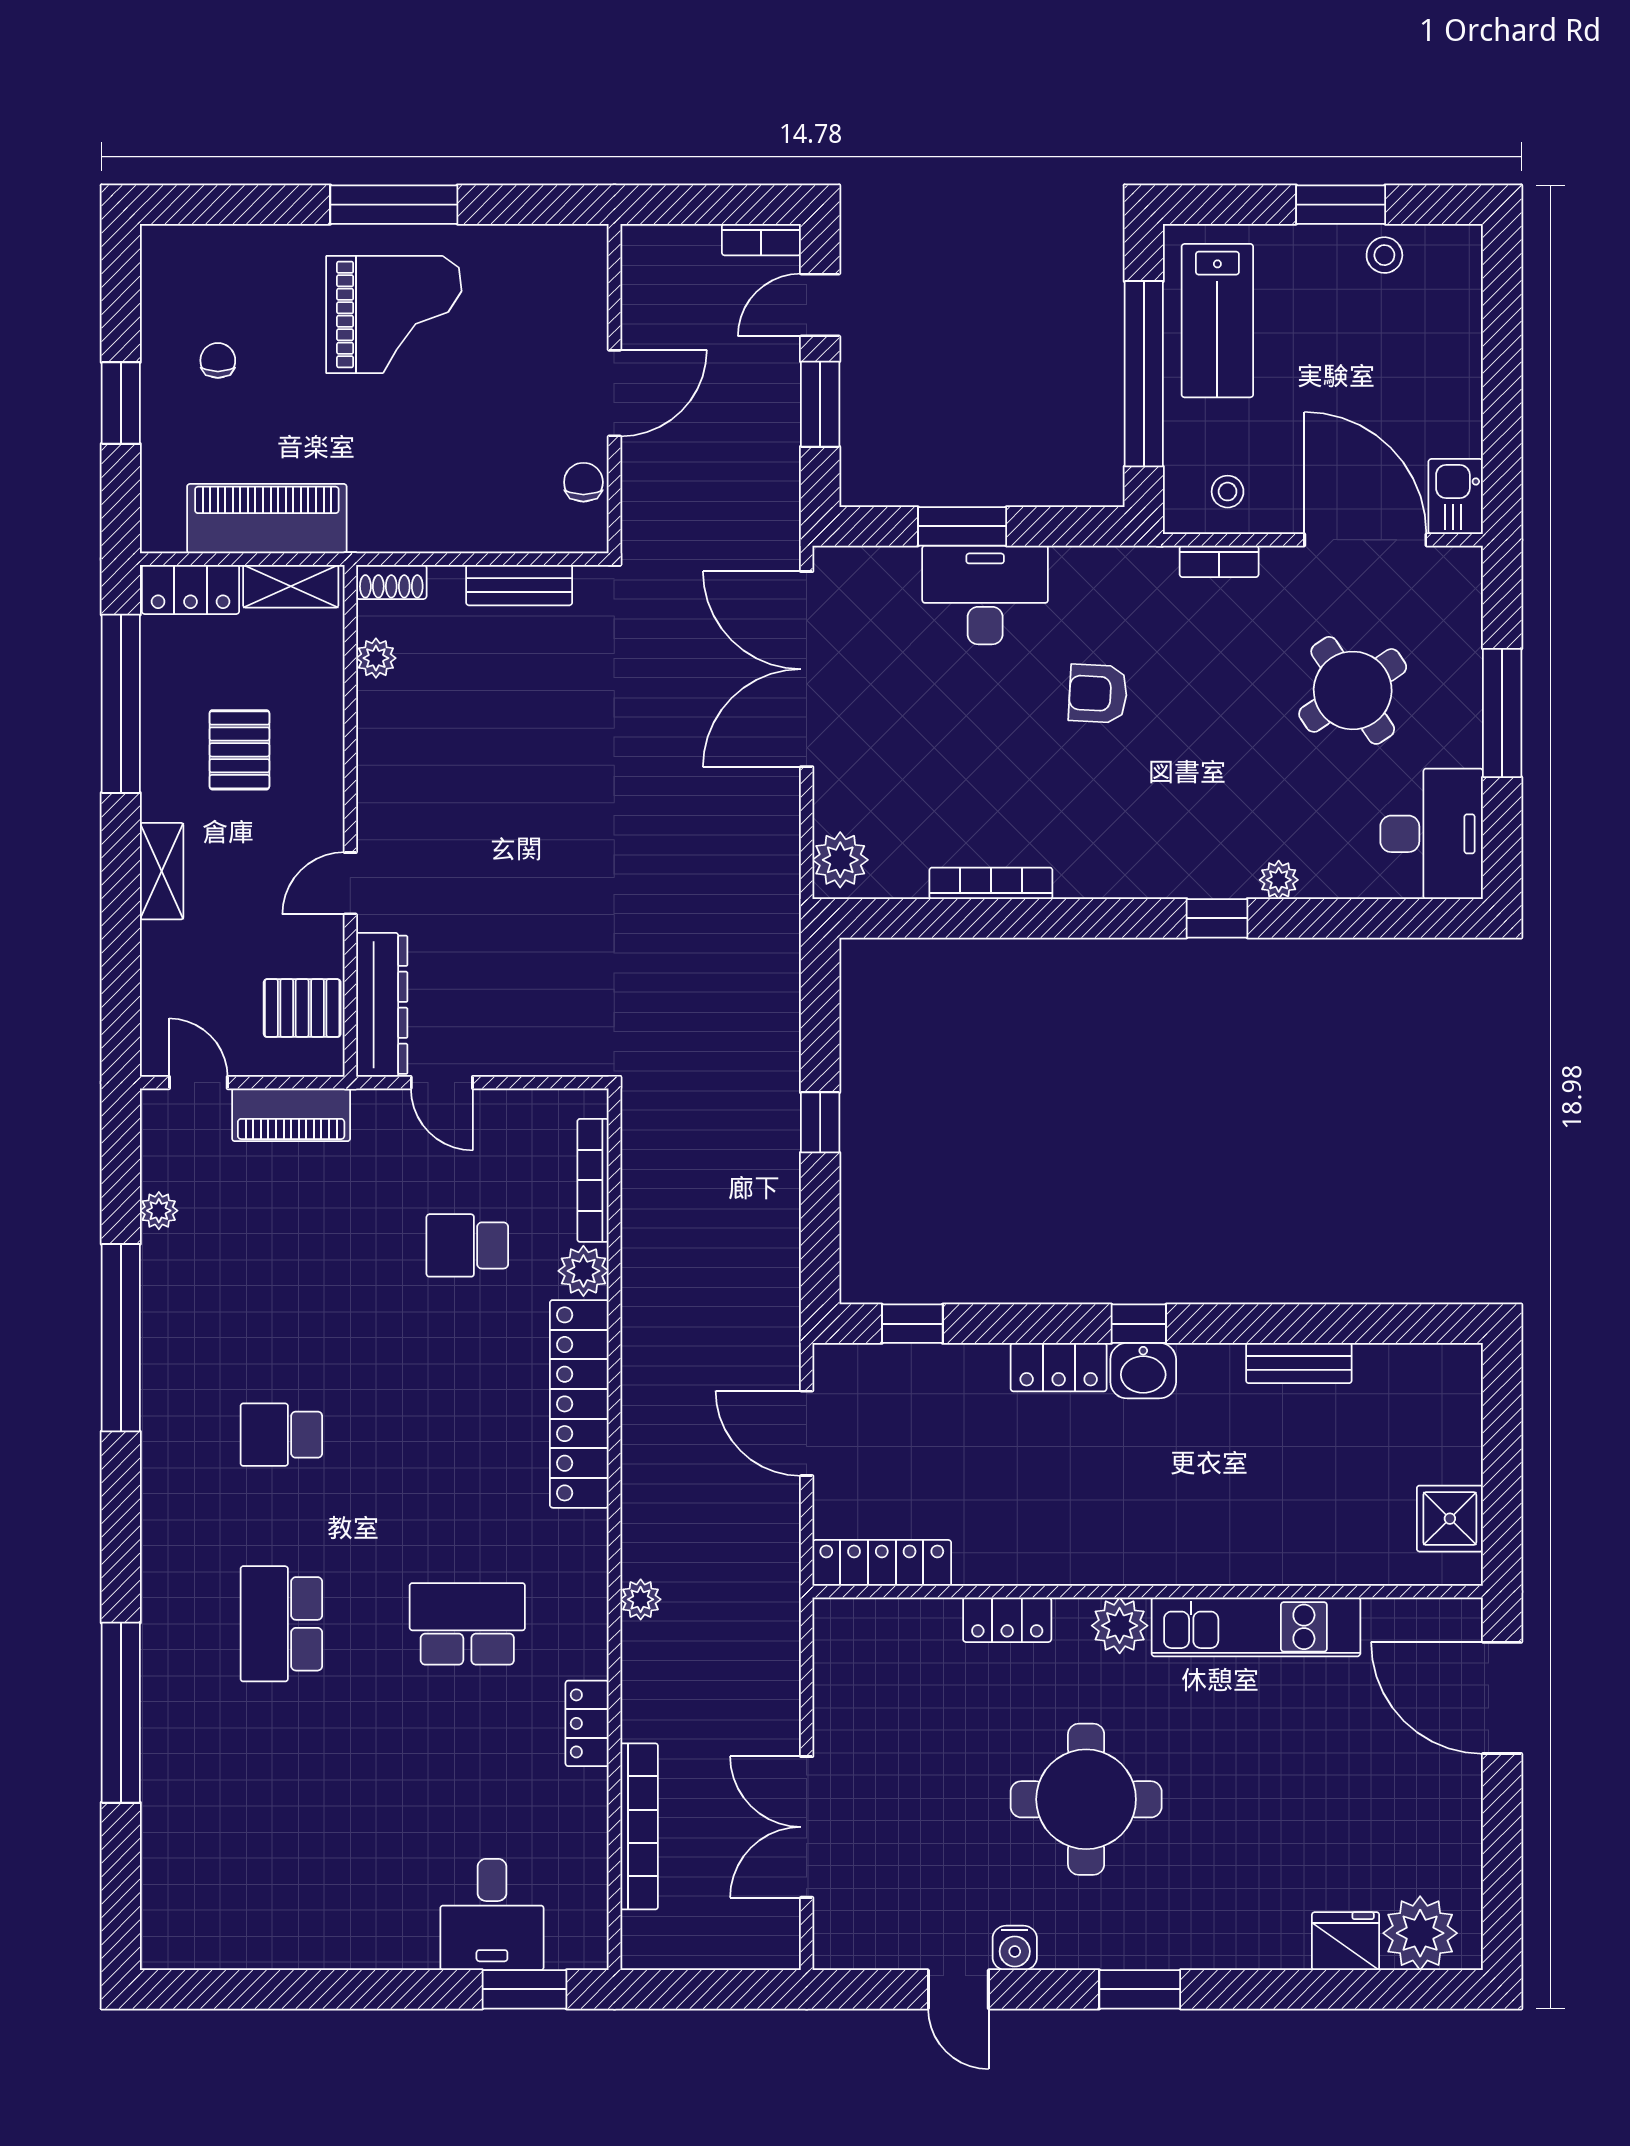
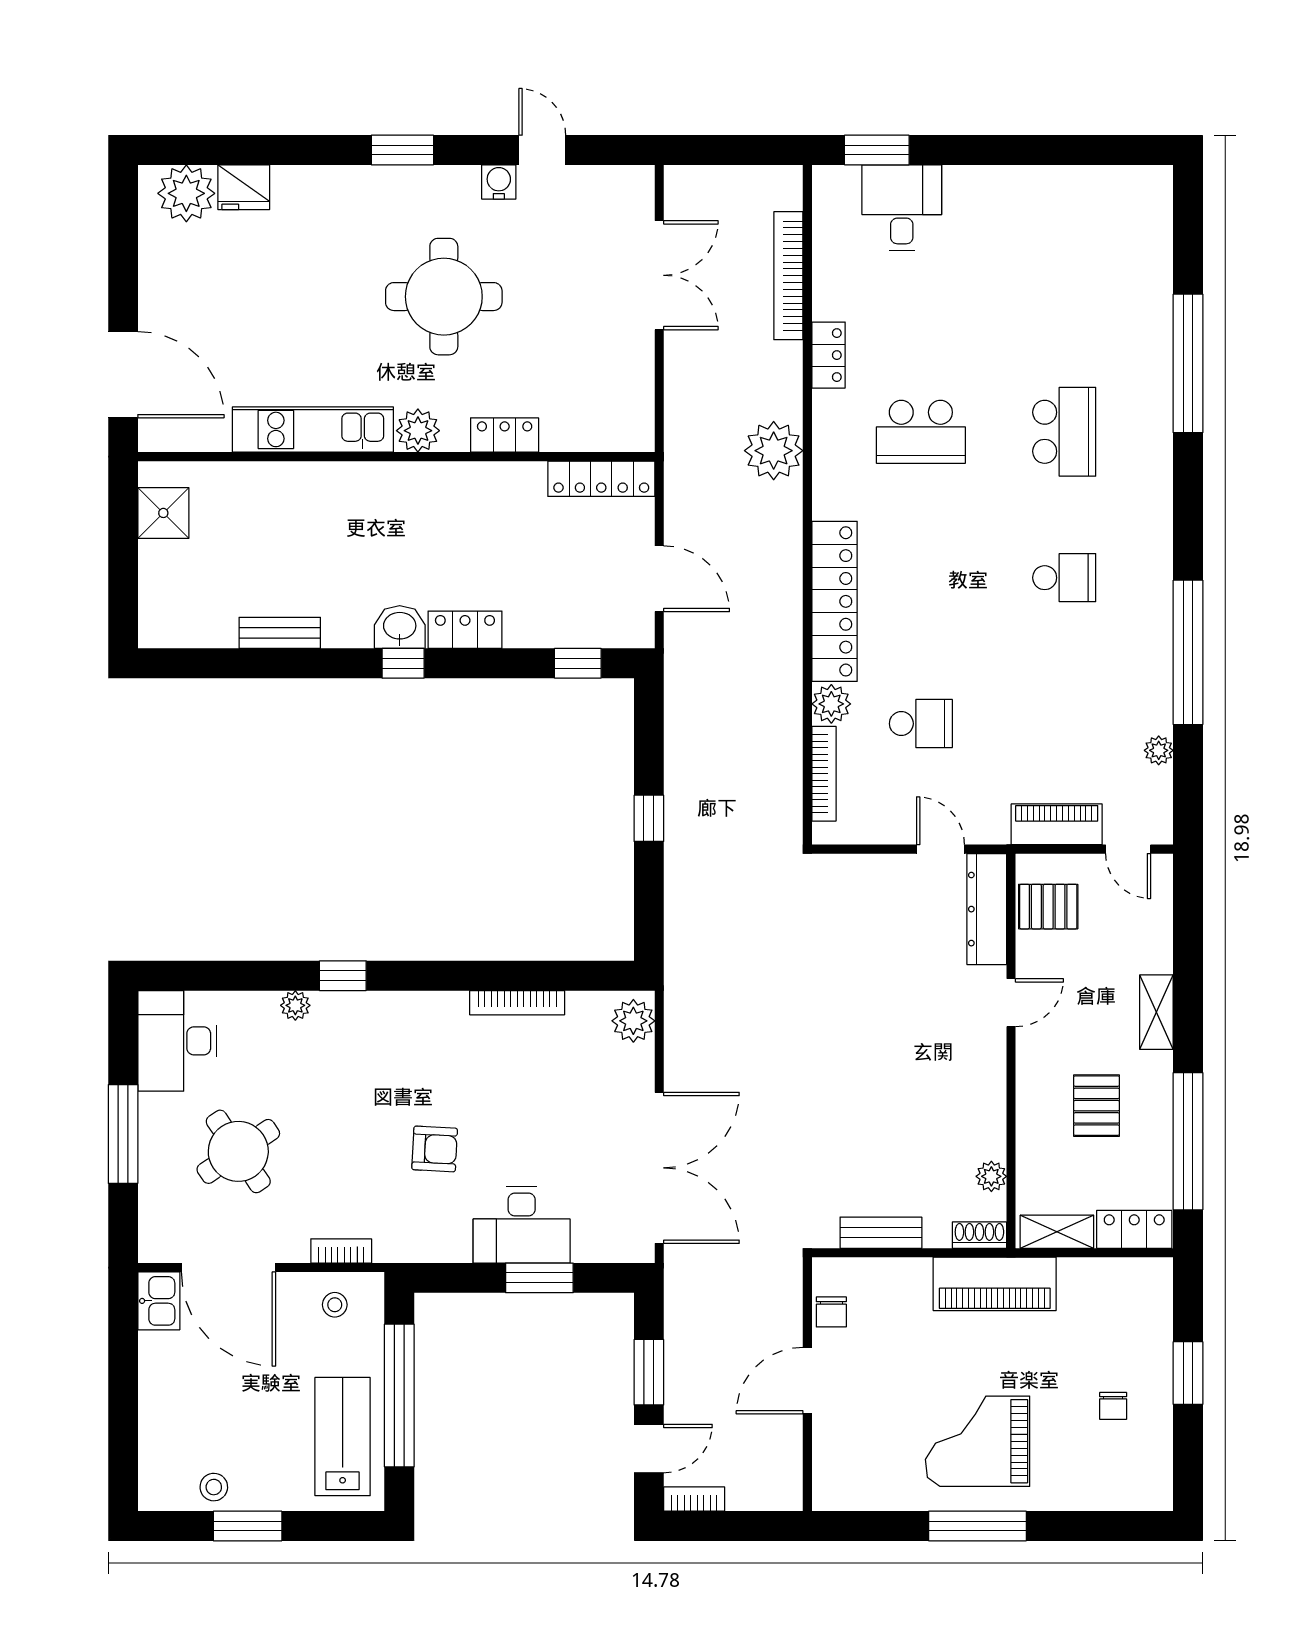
piano: (267, 519) -> (995, 1284), moved
plant: (641, 1599) -> (774, 451), width x1.88, depth x1.88

